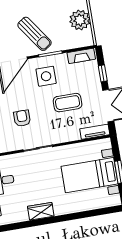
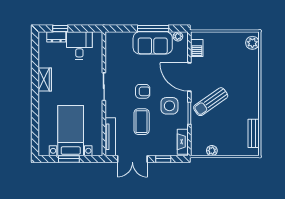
plant: (80, 20) -> (212, 151), width x0.53, depth x0.53
armchair: (22, 118) -> (143, 91), moved
tv unit: (95, 132) -> (110, 137), width x1.41

